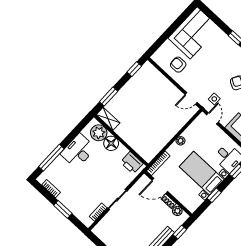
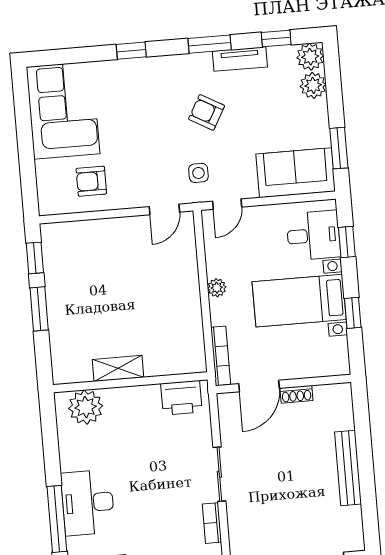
window: (109, 97) -> (39, 309), moved
door: (212, 118) -> (227, 204), swing flipped
shelving: (108, 119) -> (118, 368), moved
floor lamp: (111, 143) -> (120, 402), removed
desk: (78, 151) -> (88, 503), moved
plant: (177, 211) -> (325, 394), removed
window: (180, 232) -> (362, 421), removed

